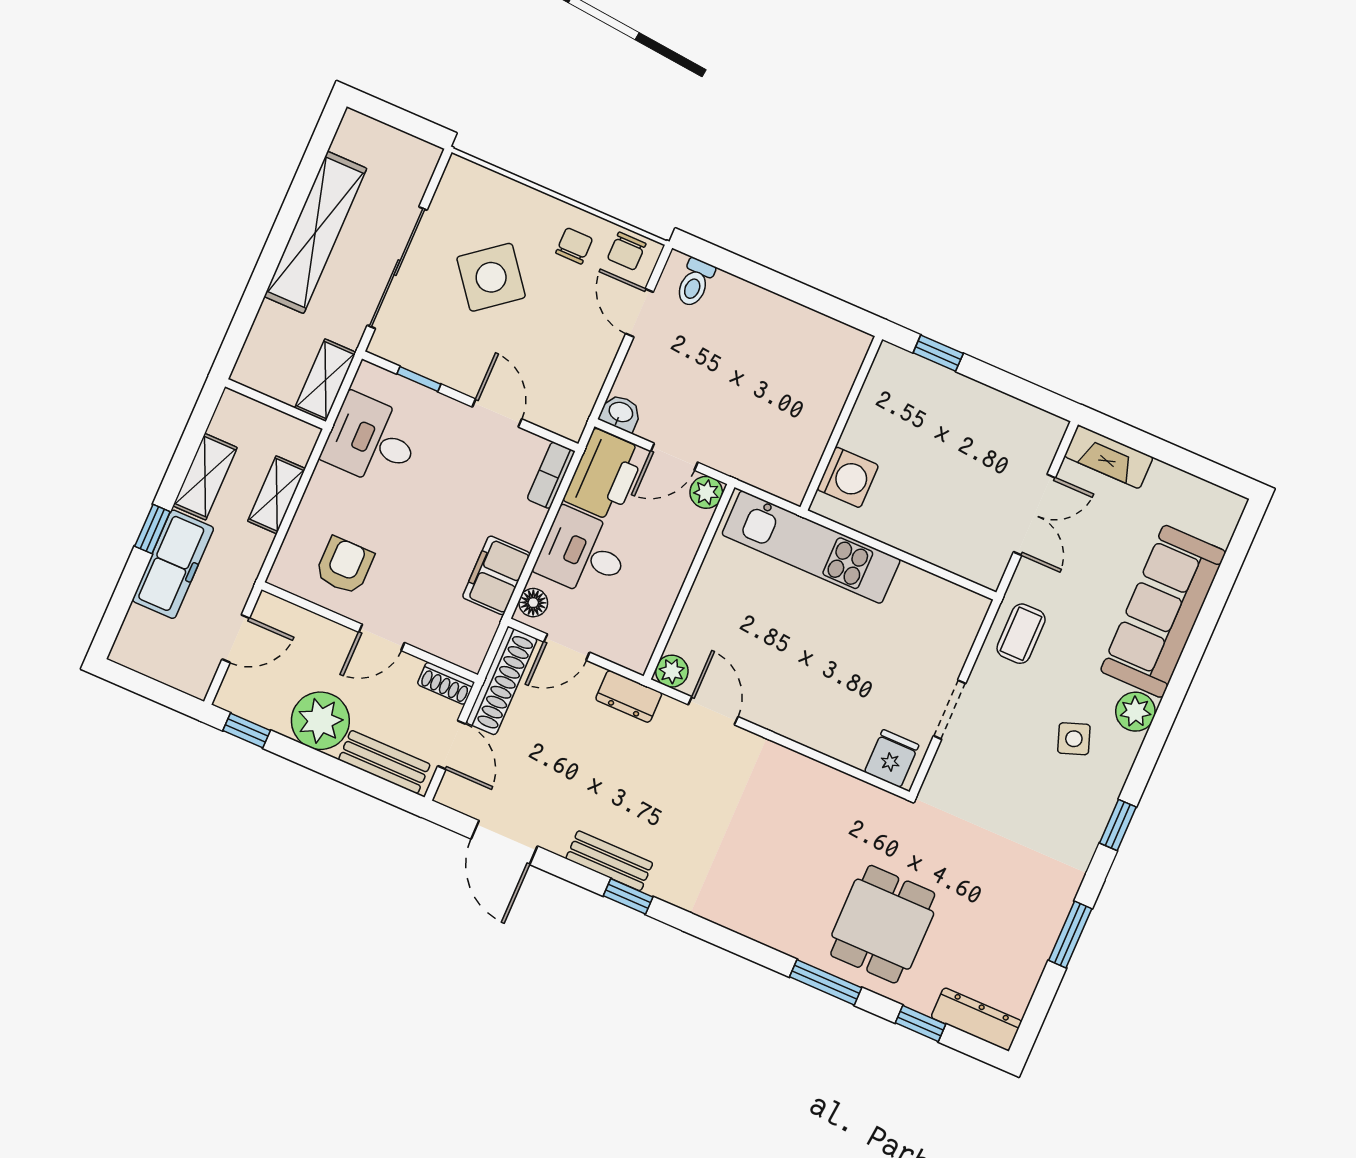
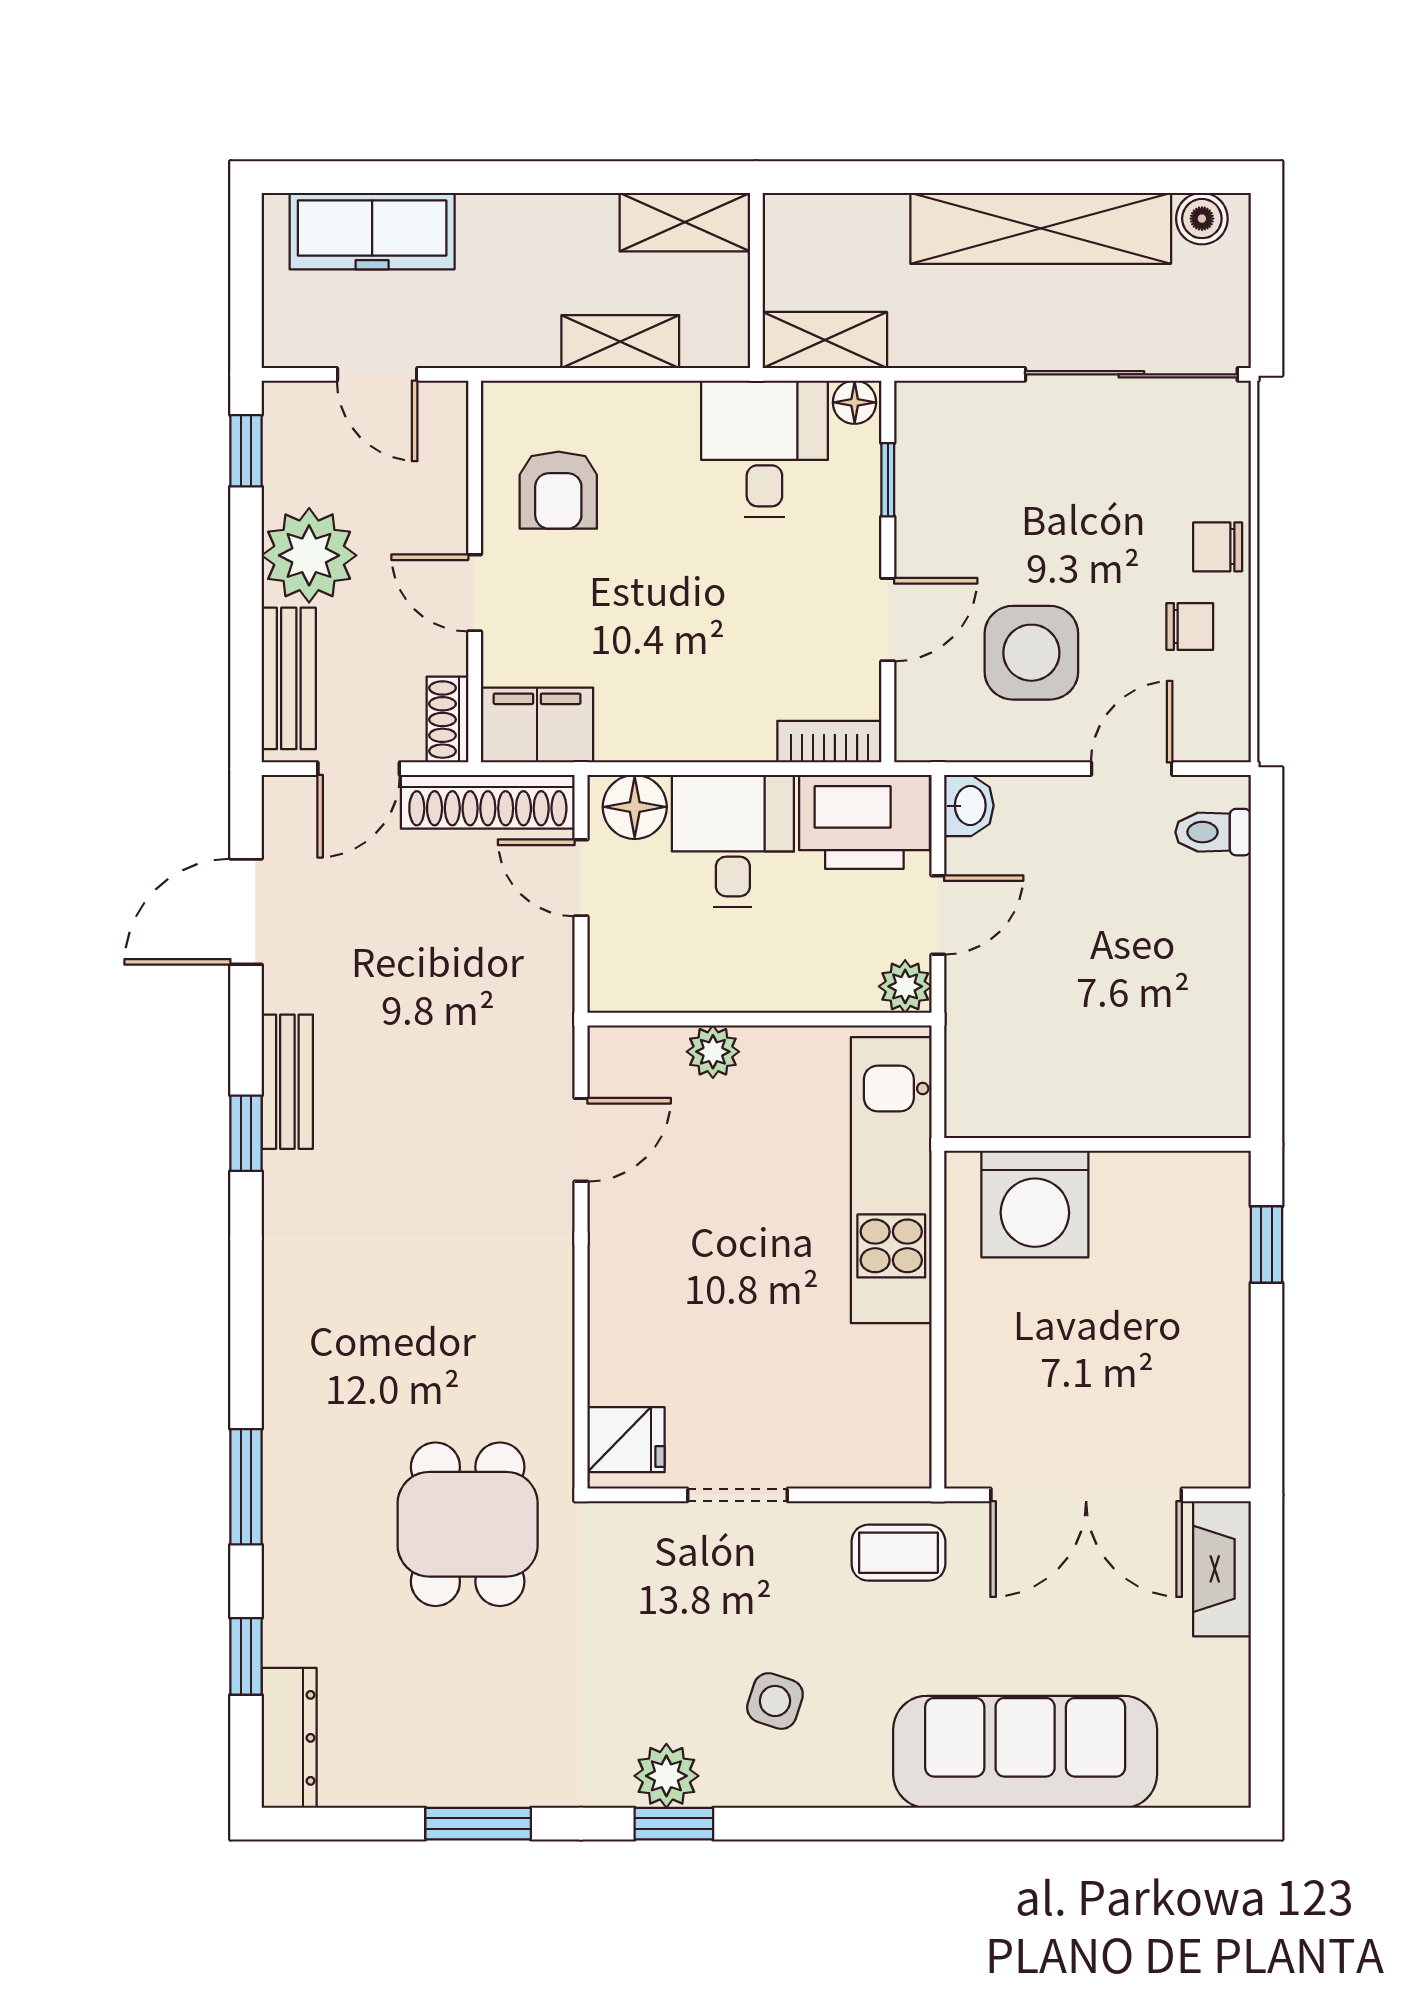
boiler: (349, 140) -> (1202, 219), added
chair: (627, 251) -> (1218, 547), moved
sliding door: (397, 268) -> (1131, 374), moved
side table: (491, 277) -> (1031, 653), moved, turned 38
floor lamp: (367, 379) -> (855, 402), added
door: (674, 457) -> (938, 915), swing flipped
shelving: (205, 477) -> (685, 222), moved
washing machine: (848, 477) -> (1035, 1204), width x1.37, depth x1.37
double door: (1034, 515) -> (1086, 1495), width x1.37
window: (152, 529) -> (488, 177), removed
freezer: (173, 564) -> (372, 231), moved
armchair: (345, 566) -> (558, 490), turned 90
filing cabinet: (496, 575) -> (537, 725), moved
floor lamp: (533, 603) -> (635, 807), width x1.37, depth x1.37
plant: (672, 671) -> (713, 1052), moved
dresser: (629, 696) -> (547, 1003), removed
plant: (1135, 712) -> (666, 1776), moved
side table: (1074, 739) -> (775, 1701), turned 38
dining table: (883, 924) -> (468, 1524), moved, turned 90

